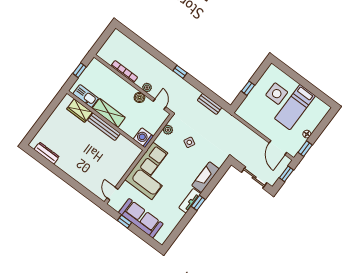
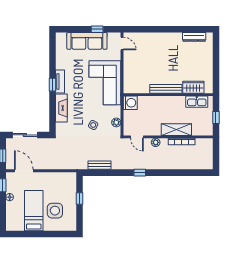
boiler: (139, 97) -> (156, 131), removed
shelving: (109, 113) -> (176, 130), moved

